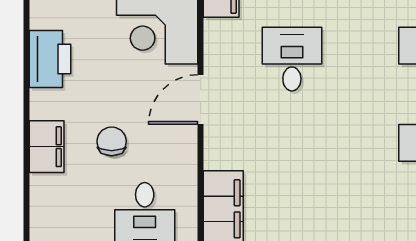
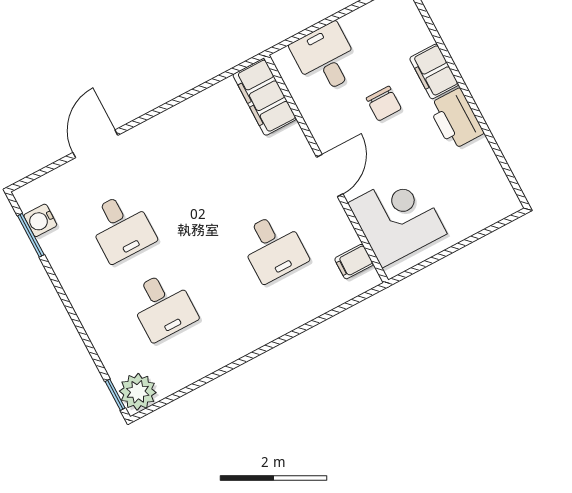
printer: (50, 59) -> (456, 119), moved

